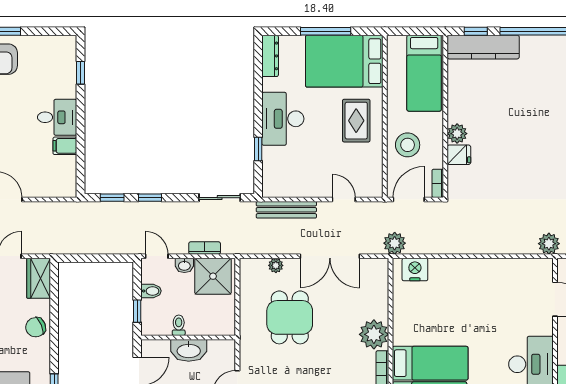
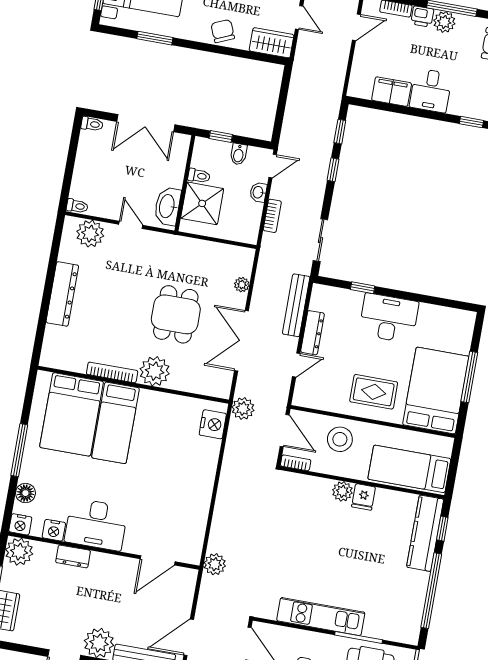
dresser: (270, 56) -> (312, 333), moved, turned -90
filing cabinet: (65, 146) -> (392, 92), width x2.00
fridge: (459, 155) -> (364, 497), moved
shower: (213, 276) -> (202, 203), moved
dining table: (290, 317) -> (176, 314), moved, turned 90
washbasin: (189, 350) -> (167, 206), moved

